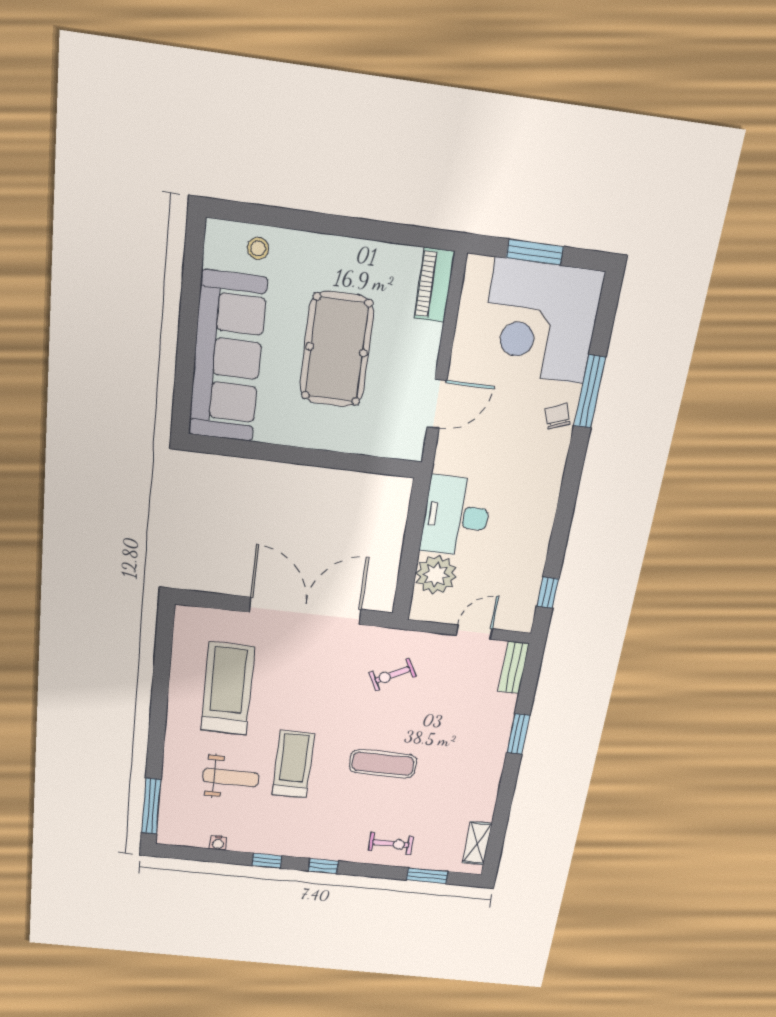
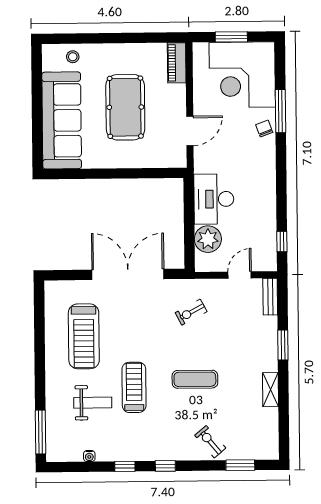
treadmill: (228, 689) -> (84, 336), turned 180
shelving: (477, 843) -> (271, 390), moved
exercise bike: (391, 844) -> (210, 442), turned -130

